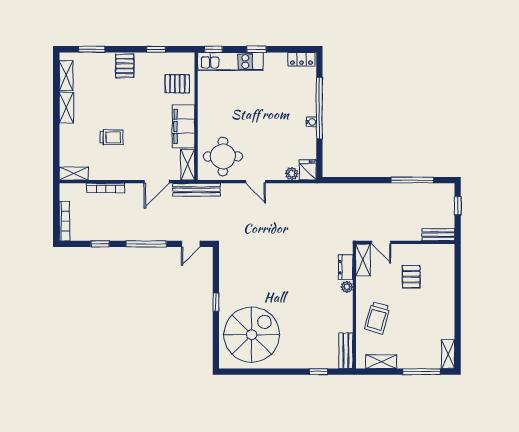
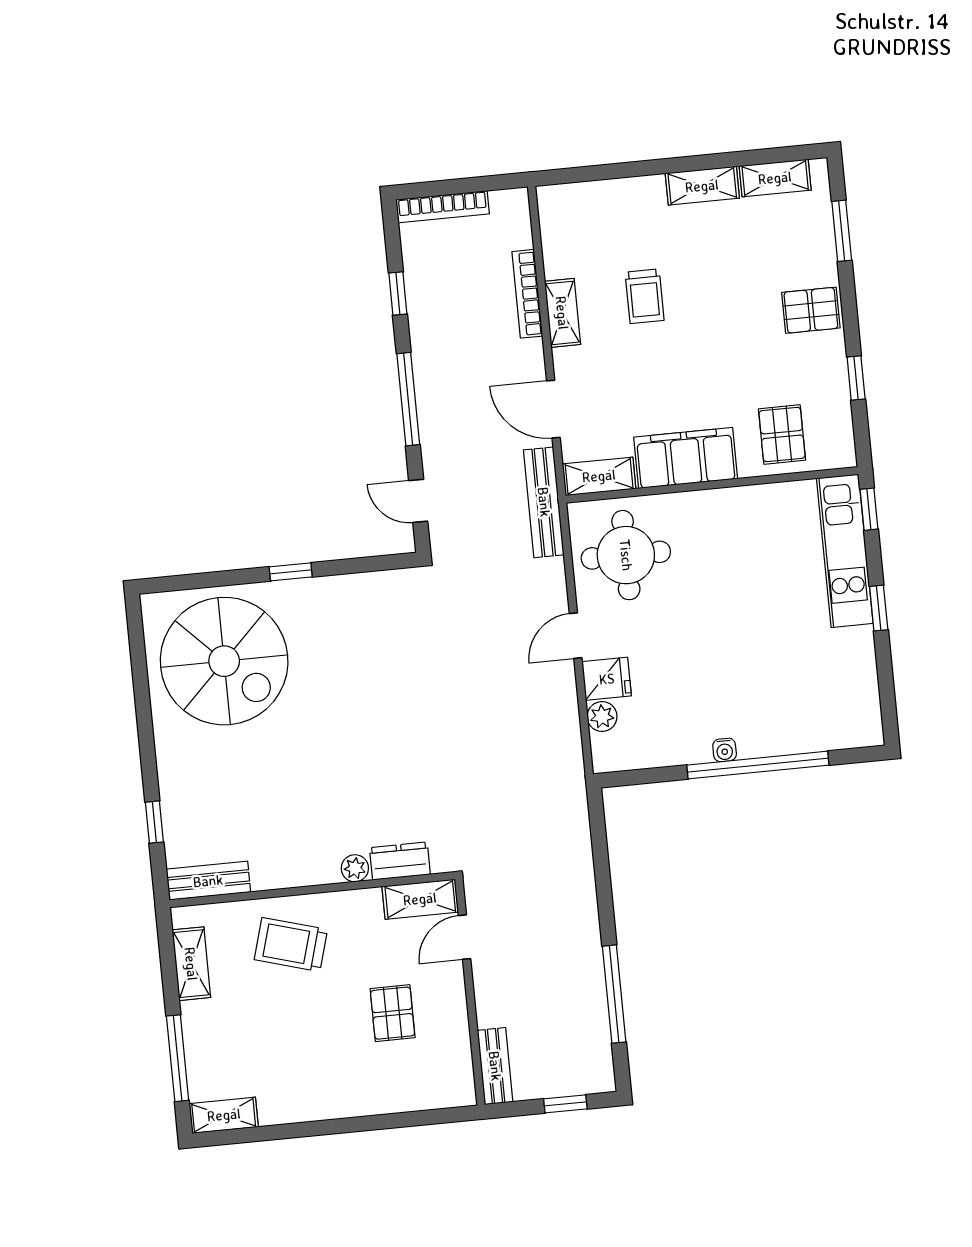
locker: (301, 59) -> (866, 713), removed
fridge: (308, 170) -> (607, 679), moved
shelving: (74, 174) -> (562, 313), moved
pallet: (411, 277) -> (393, 1013), turned 90

